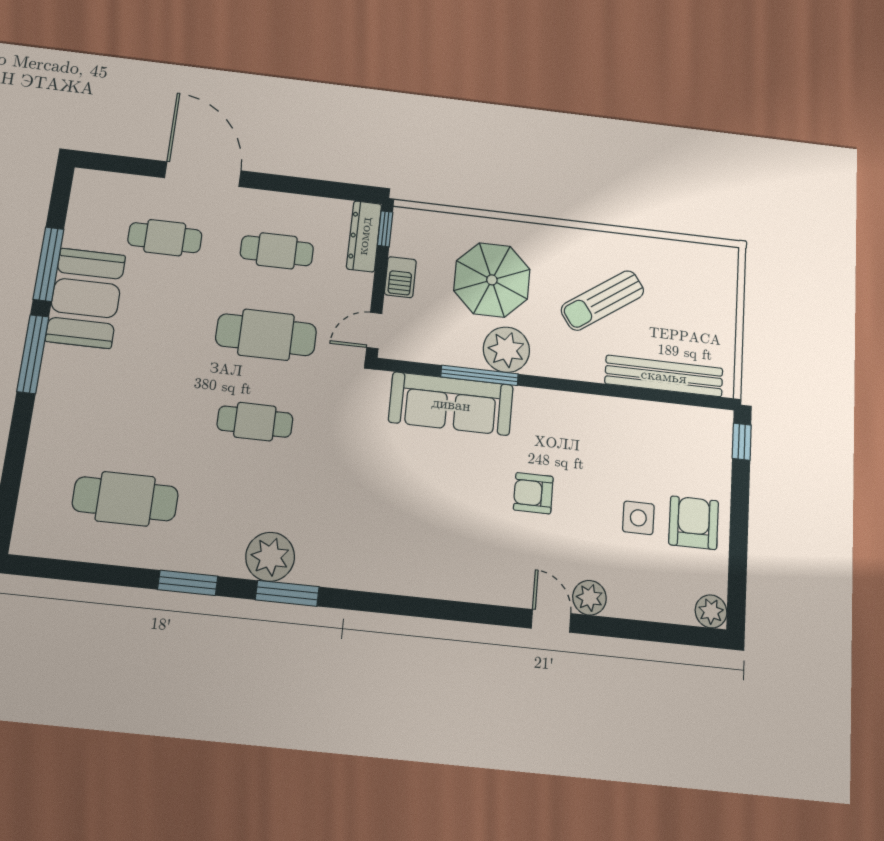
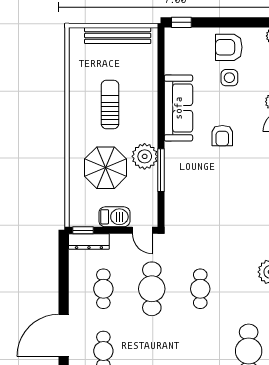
barbecue: (400, 277) -> (114, 217), width x1.38, depth x1.27
sun lounger: (602, 300) -> (110, 104), turned -145
bench: (664, 376) -> (118, 36), moved, turned 90
sofa: (451, 404) -> (178, 108), moved

